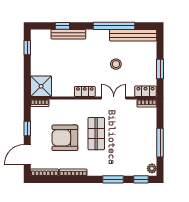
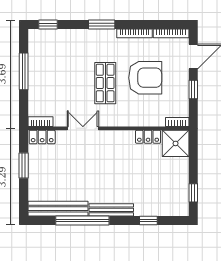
bench: (68, 34) -> (111, 210), moved
stool: (116, 64) -> (80, 172), removed
locker: (85, 92) -> (148, 137), moved
double door: (114, 98) -> (83, 128), swing flipped
plant: (152, 168) -> (34, 39), removed
window: (113, 179) -> (102, 24), moved

